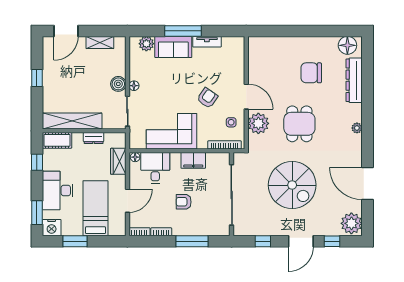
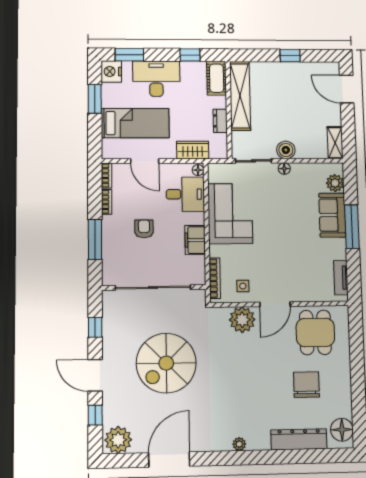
shelving: (100, 42) -> (335, 143), moved
tv unit: (207, 42) -> (341, 278), moved
armchair: (207, 98) -> (272, 257), removed
dining table: (299, 124) -> (315, 332), moved, turned 90

